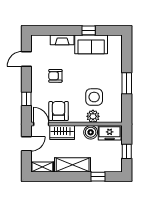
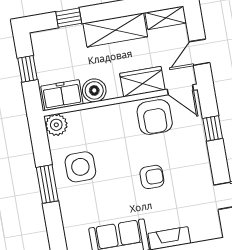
armchair: (55, 76) -> (152, 177), moved
side table: (94, 97) -> (80, 167), moved
plant: (93, 116) -> (56, 125), moved

